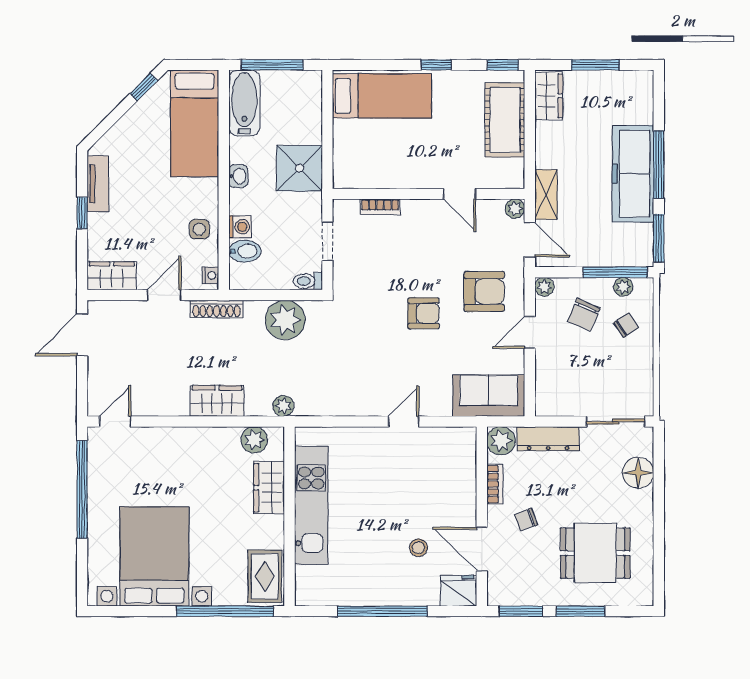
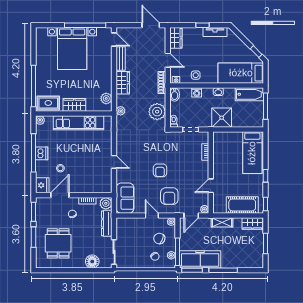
freezer: (633, 174) -> (200, 259), moved
shelving: (546, 195) -> (222, 222), moved
bidet: (245, 251) -> (175, 94), moved
bench: (160, 406) -> (121, 59), added
wardrobe: (269, 488) -> (74, 105), moved
bed with nightstands: (154, 556) -> (72, 49), moved, turned 90
dishwasher: (384, 592) -> (42, 153), added
plant: (305, 596) -> (40, 120), added

